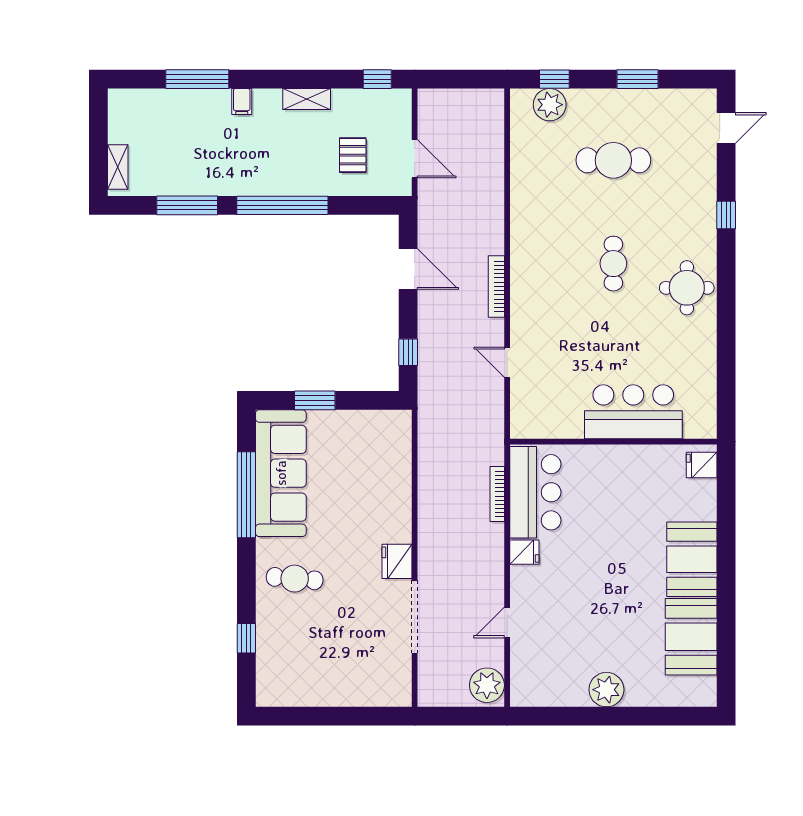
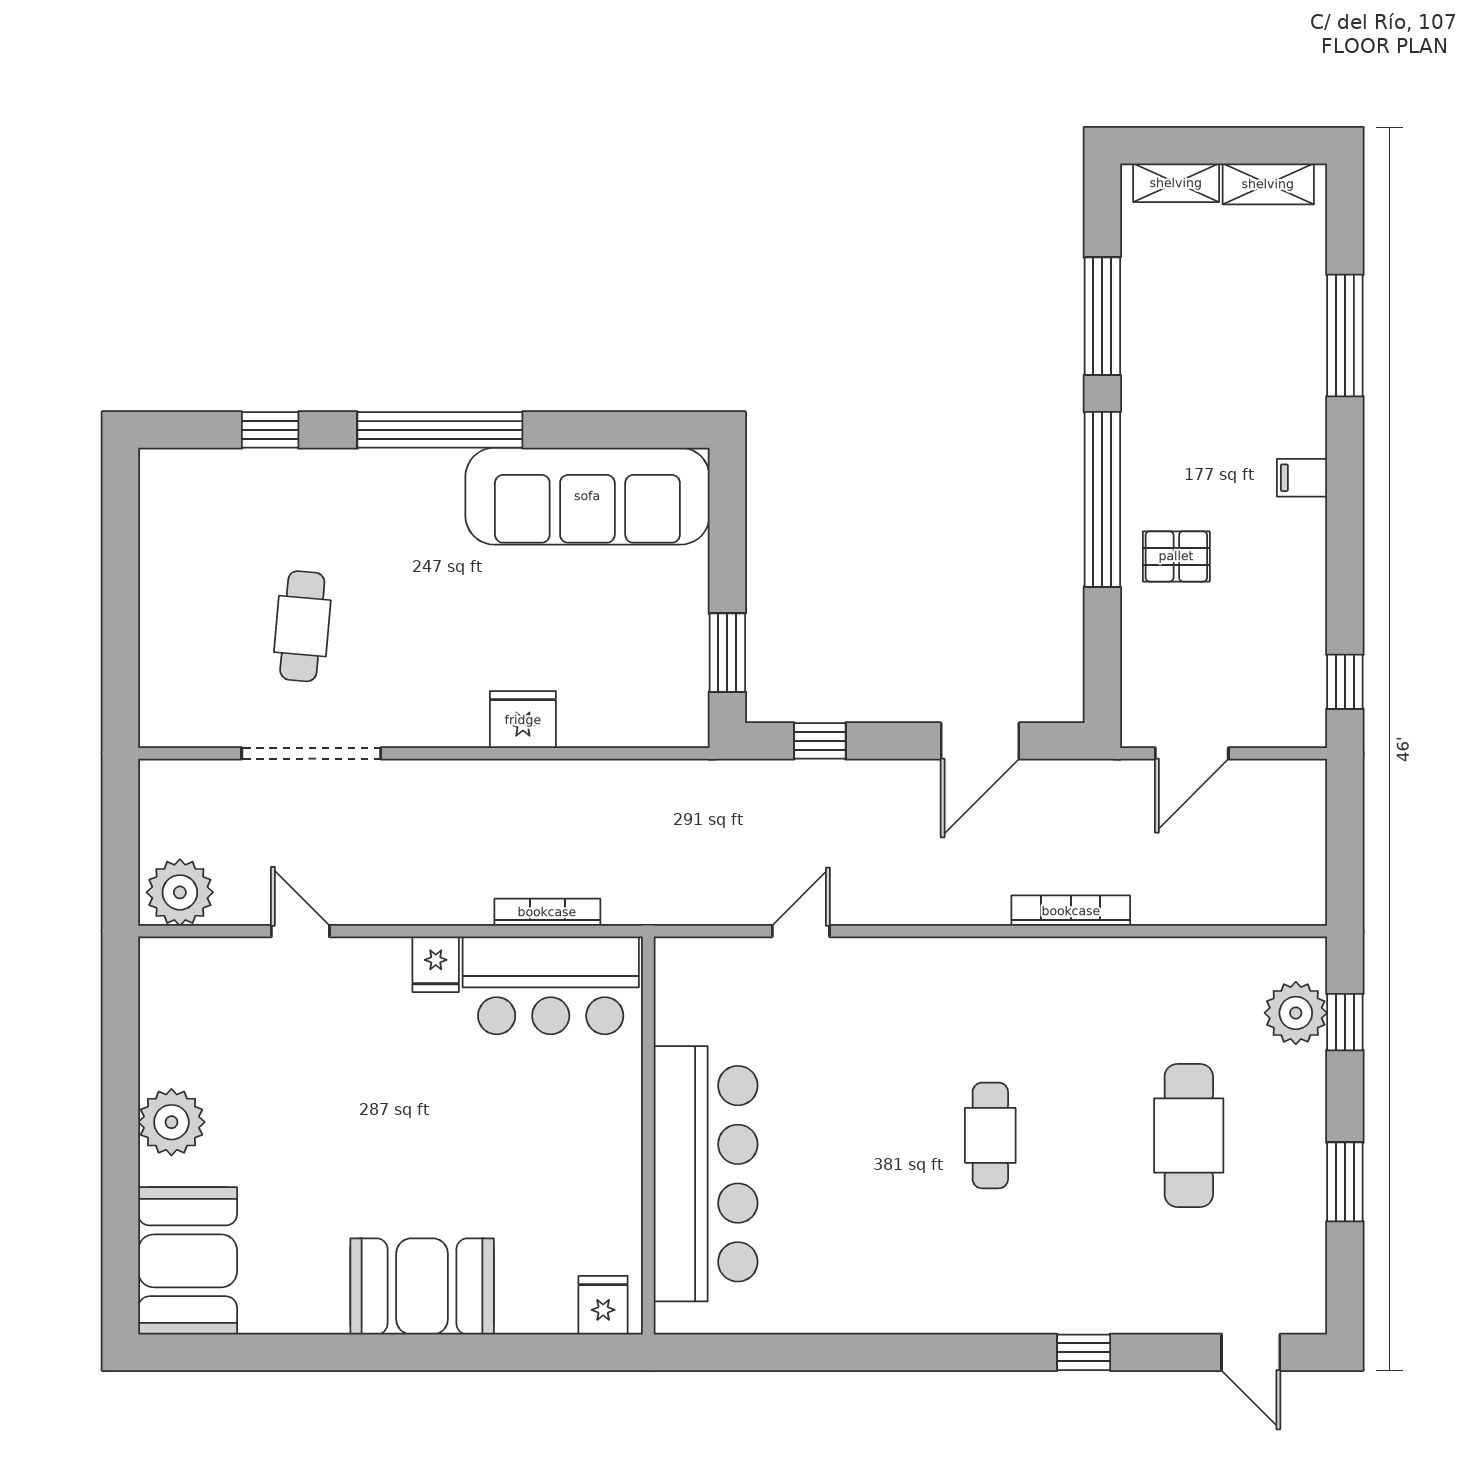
shelving: (307, 99) -> (1268, 184), moved, turned 90
filing cabinet: (242, 101) -> (1302, 478), moved
pallet: (353, 155) -> (1176, 556), moved
cafe table: (613, 264) -> (990, 1135), turned 90
bookcase: (496, 286) -> (1071, 911), moved
round table: (687, 288) -> (944, 1277), removed
window: (315, 400) -> (727, 653), moved
bar counter: (633, 412) -> (706, 1174), width x1.36
window: (246, 495) -> (440, 430), moved
fridge: (397, 561) -> (523, 720), moved
cafe table: (295, 579) -> (302, 626), moved
booth: (691, 637) -> (188, 1261), moved, turned 90

